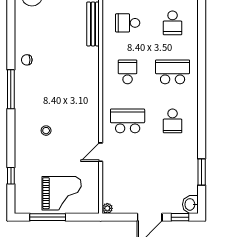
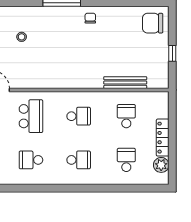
school desk: (173, 23) -> (126, 160), turned 90
school desk: (173, 72) -> (79, 160), width x0.54

